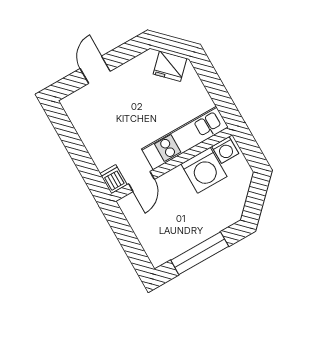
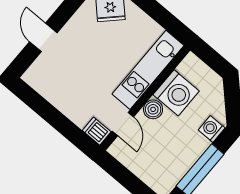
washing machine: (225, 150) -> (212, 129), moved, turned 180
boiler: (176, 178) -> (153, 109), added

